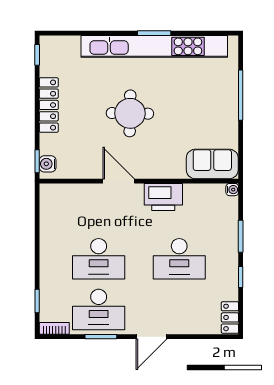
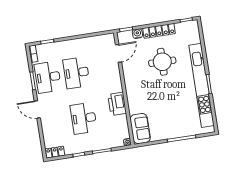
round table: (130, 113) -> (162, 62), moved
water cooler: (48, 164) -> (137, 34), moved
door: (119, 181) -> (118, 53), moved

